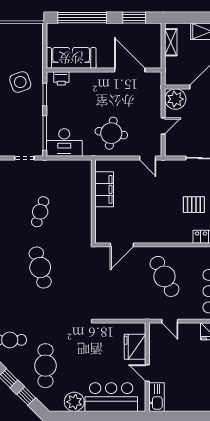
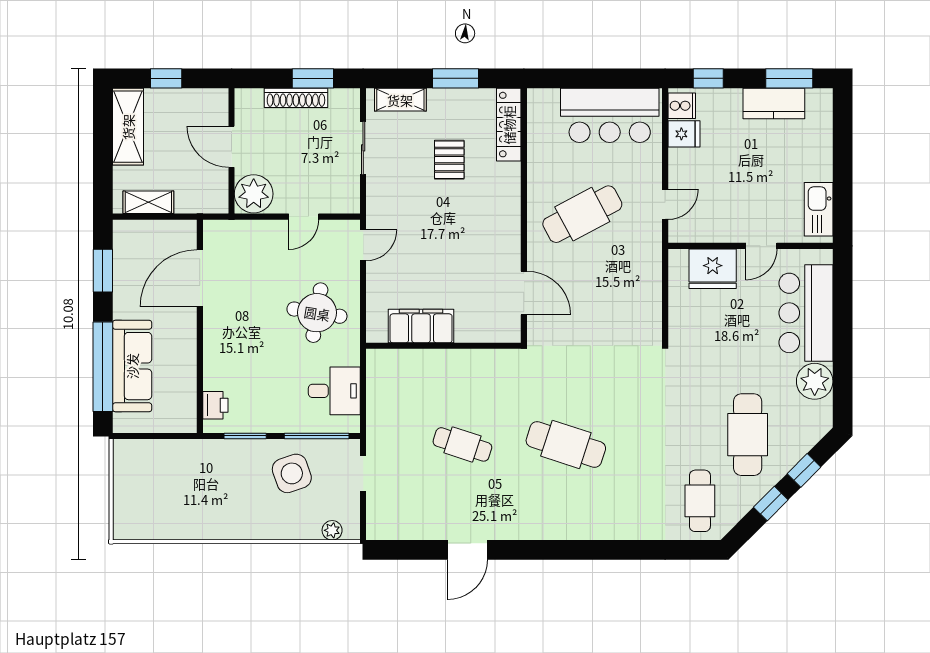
sofa: (71, 58) -> (132, 366), moved, turned 180
side table: (20, 82) -> (292, 473), moved
door: (163, 126) -> (304, 217), swing flipped
desk: (64, 143) -> (334, 391), width x0.73
cafe table: (40, 268) -> (566, 444), turned 33
cafe table: (45, 366) -> (748, 435), turned 90
kitchen sink: (157, 397) -> (819, 209), moved, turned -90

